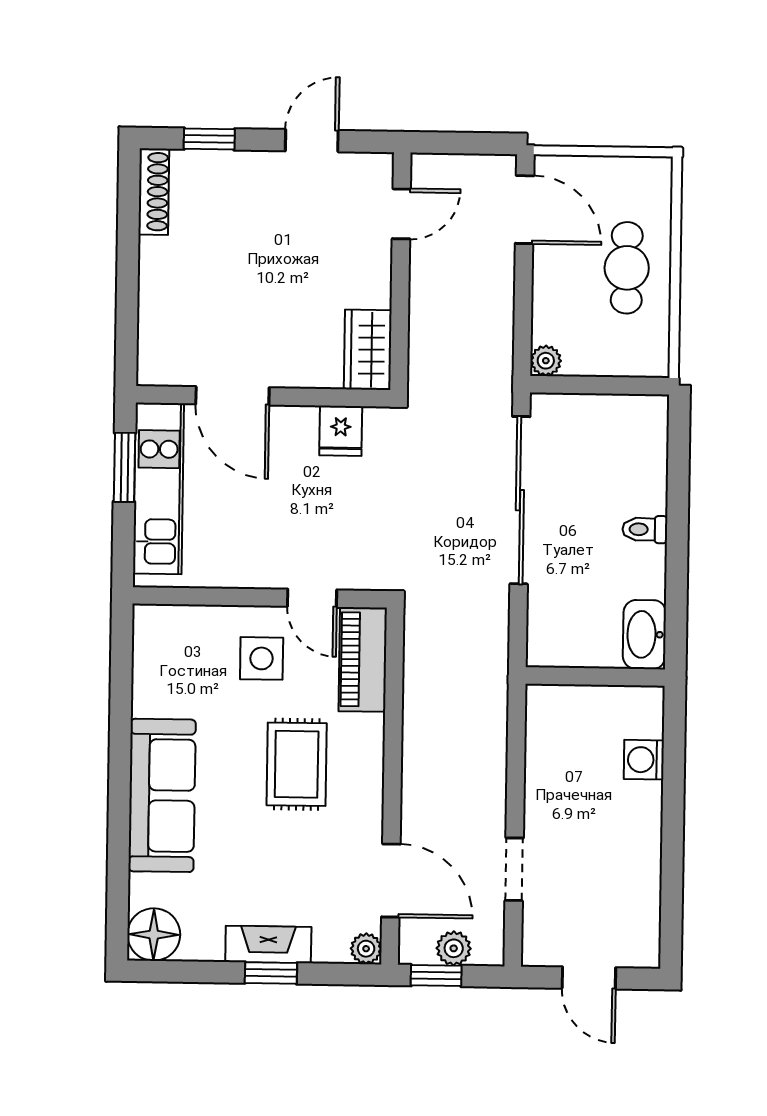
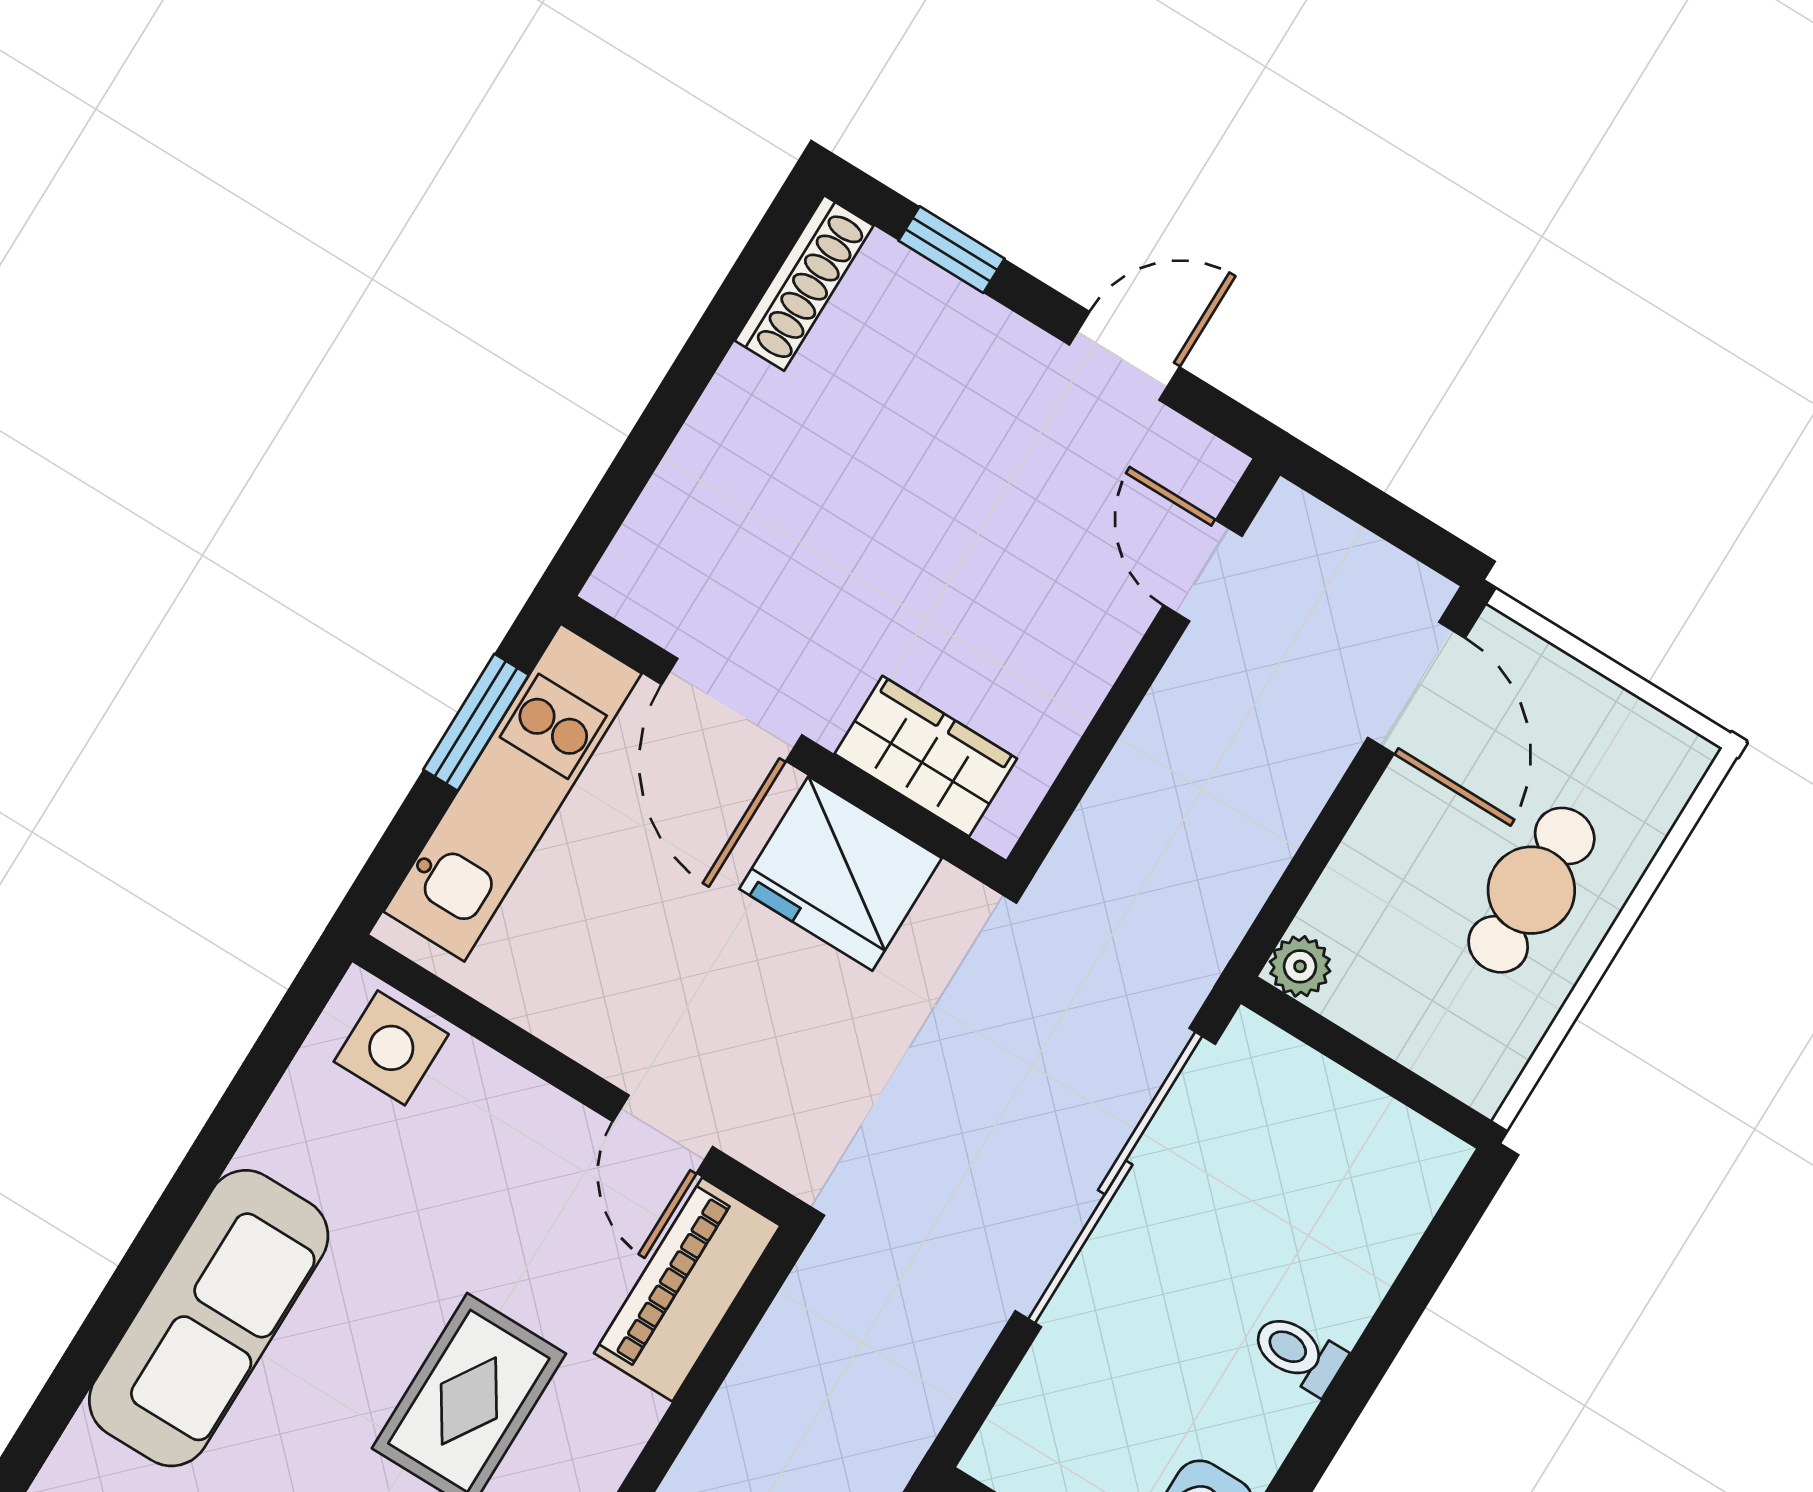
door: (401, 214) -> (1203, 571), swing flipped
wardrobe: (368, 350) -> (926, 756), moved, turned 90
fridge: (341, 431) -> (840, 873), width x1.88, depth x1.34
side table: (262, 658) -> (391, 1048), moved

